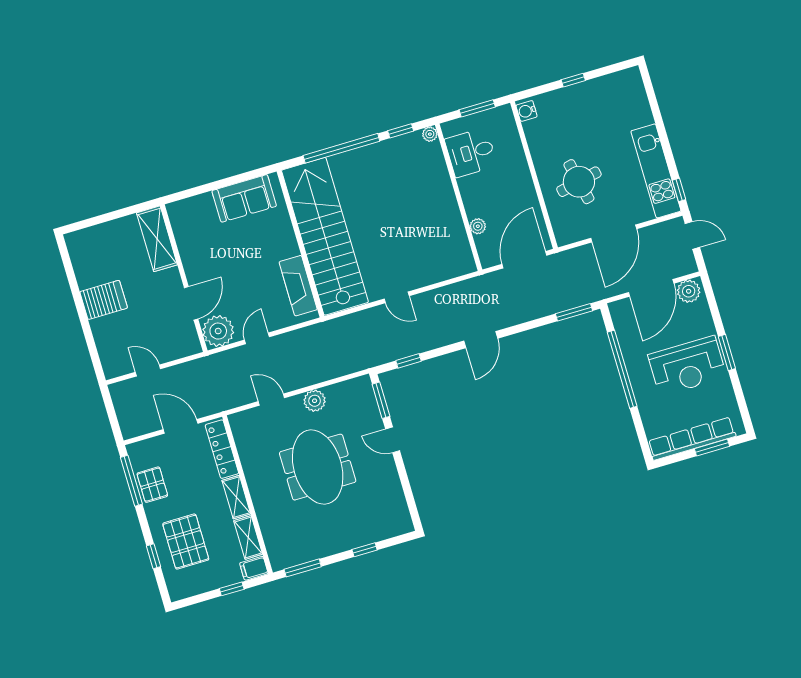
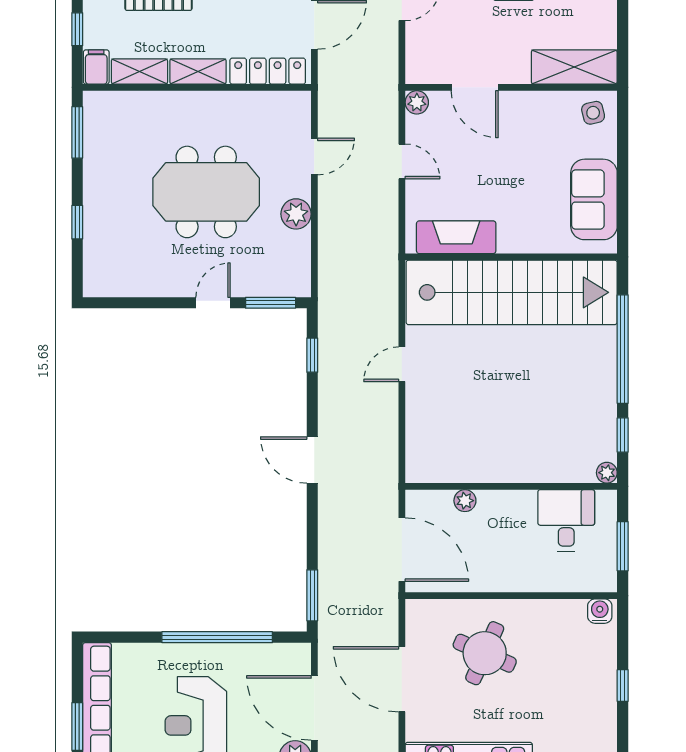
round table: (579, 182) -> (485, 653), turned 36
side table: (185, 217) -> (593, 113), added
plant: (218, 331) -> (417, 102), width x0.53, depth x0.53

